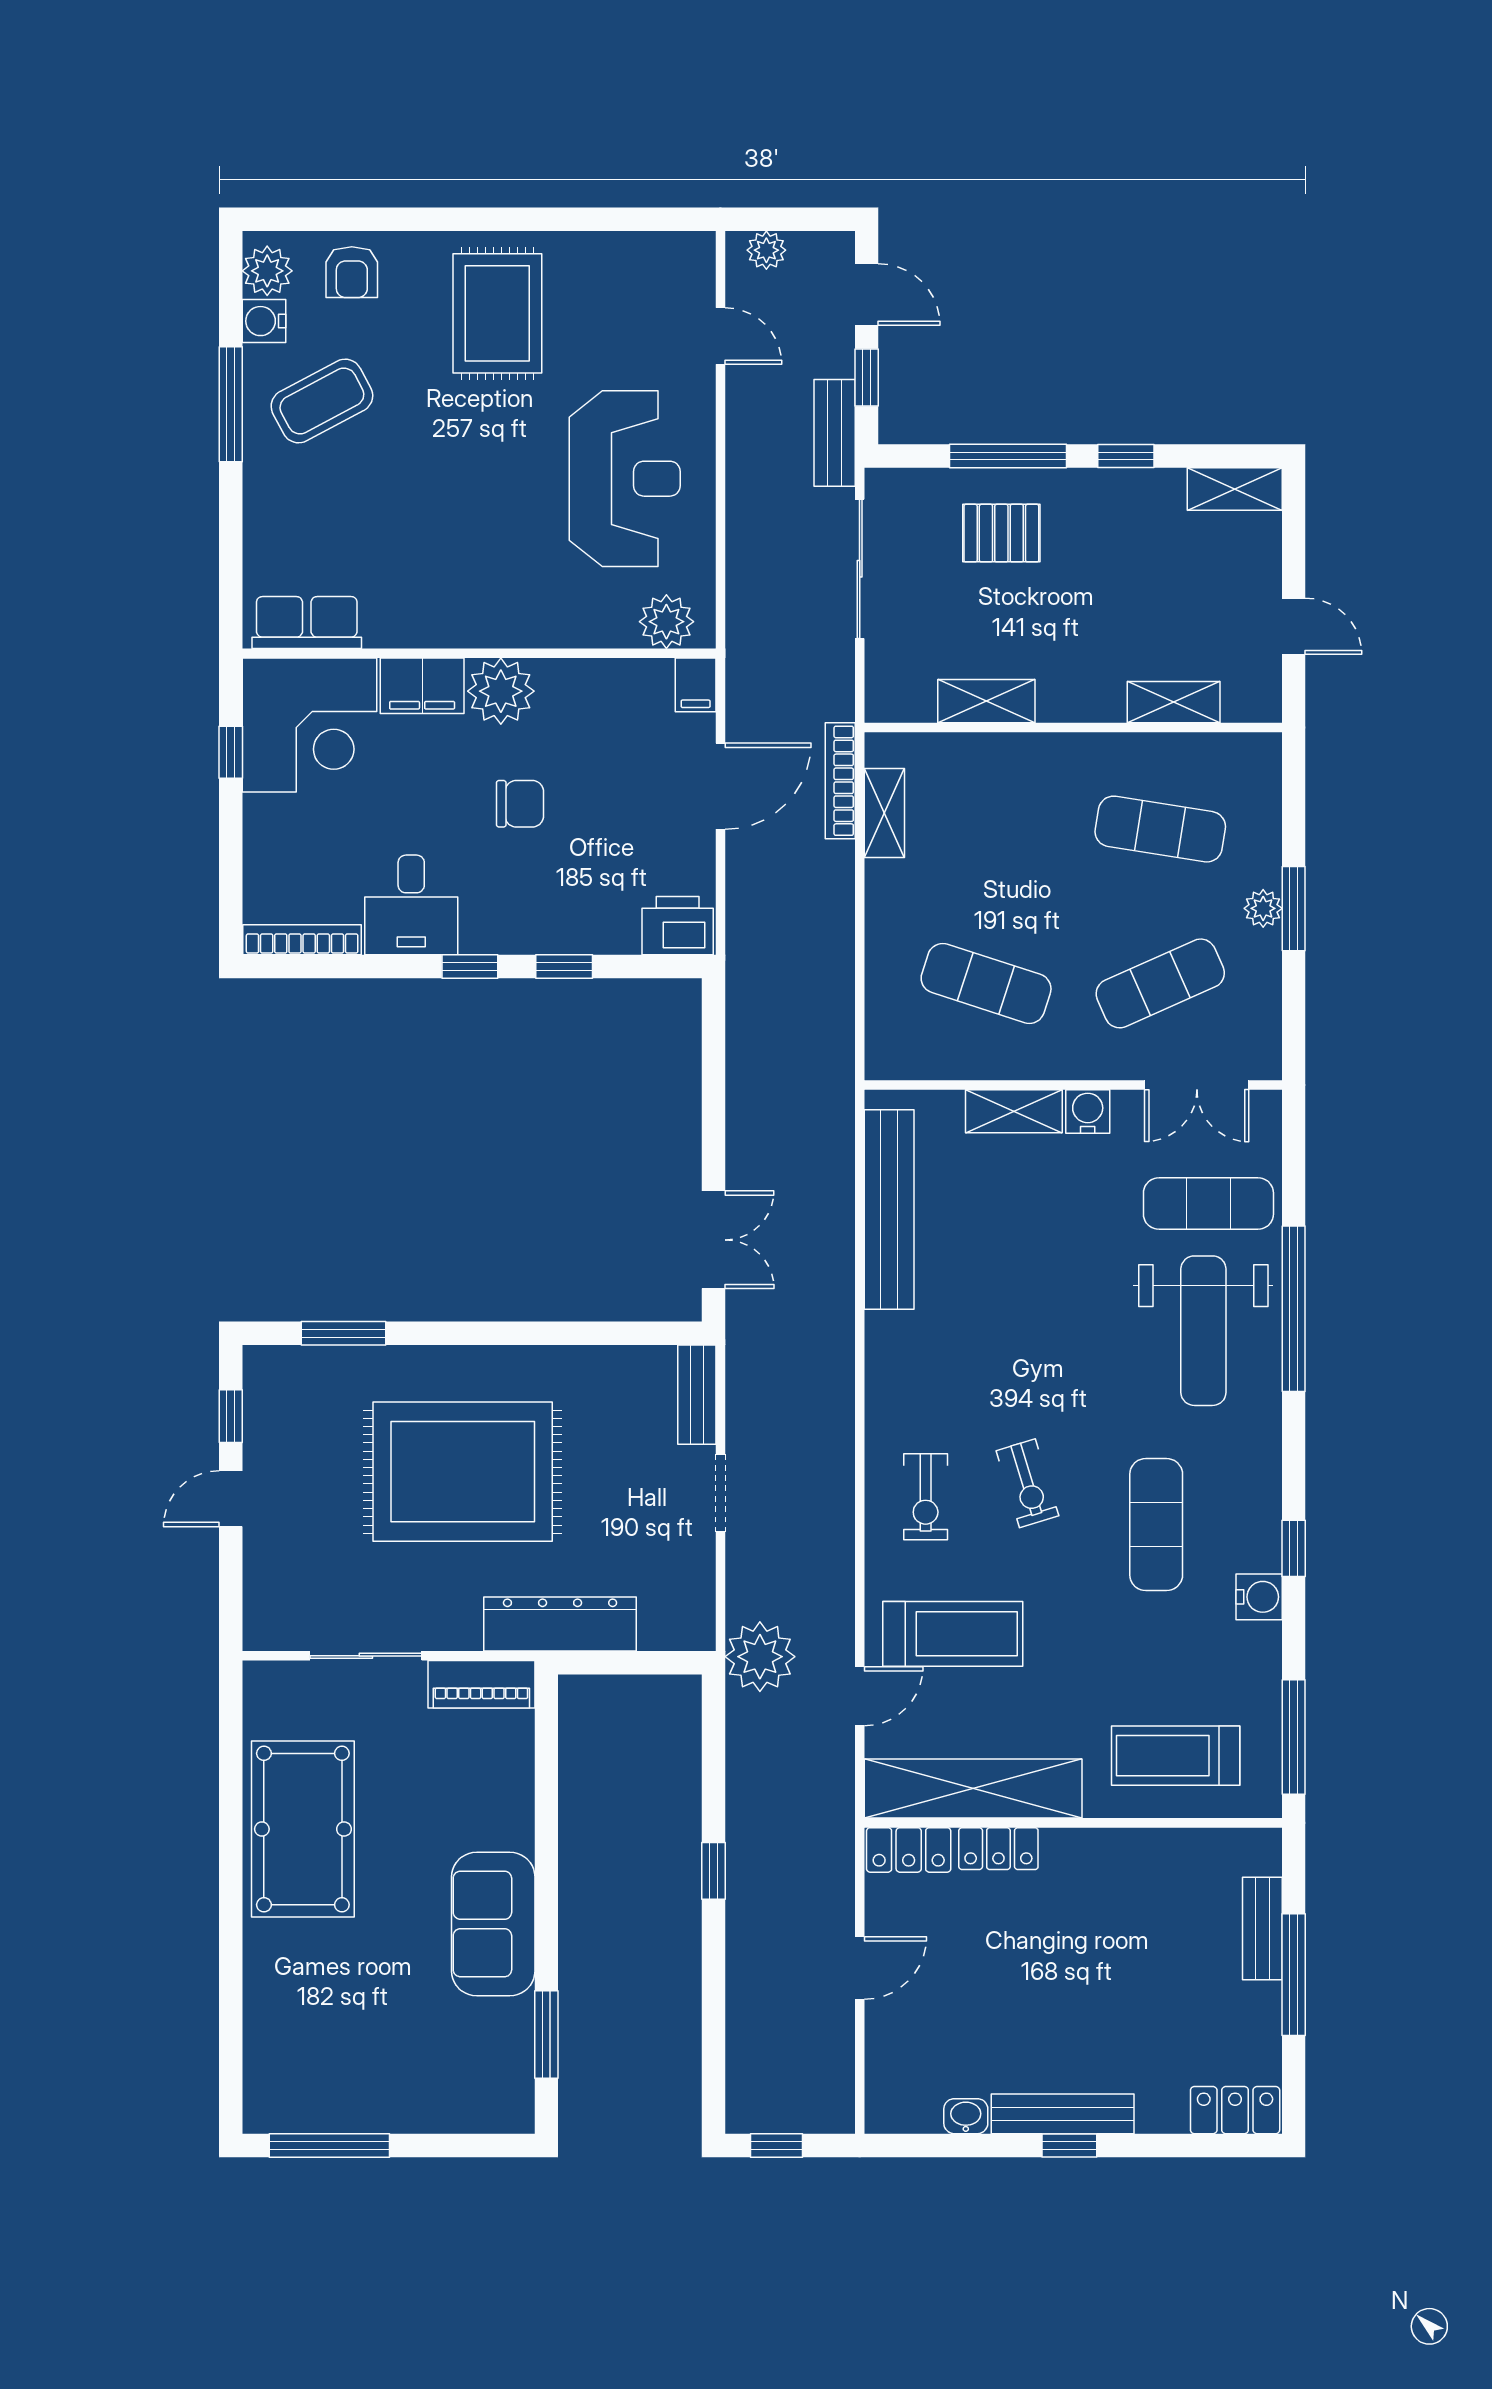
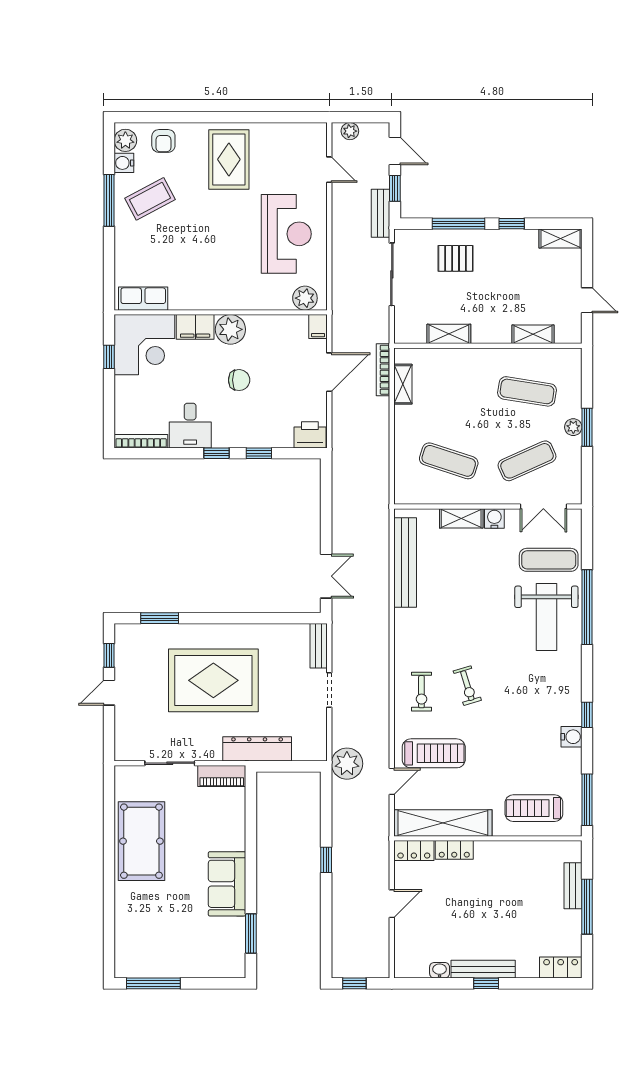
exercise mat: (1156, 1525) -> (525, 704), removed

